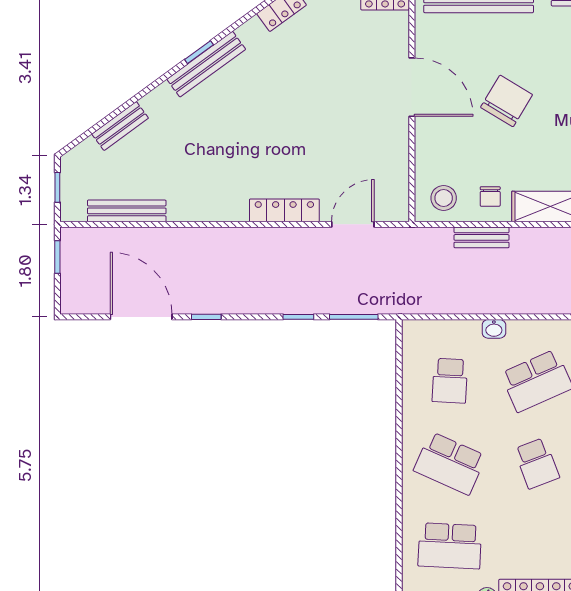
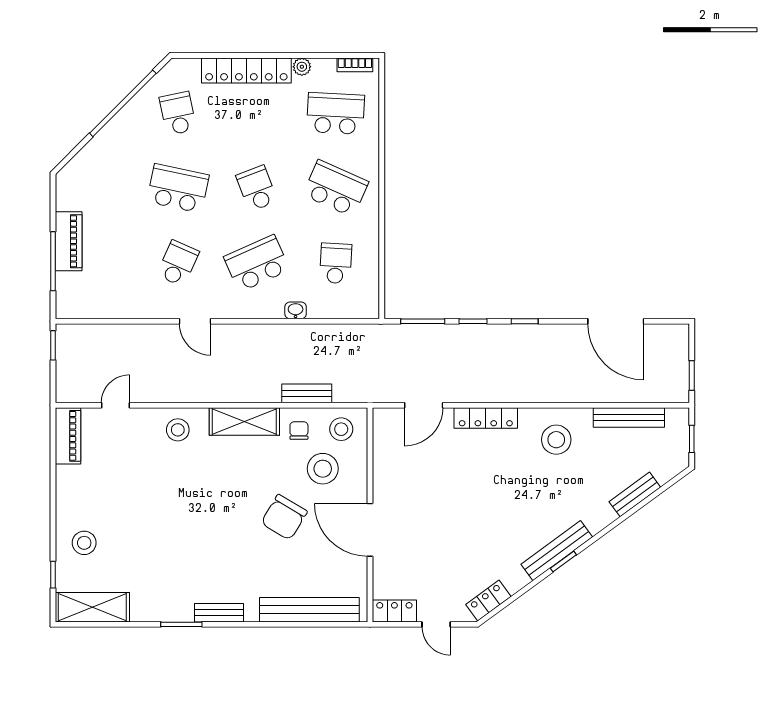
stool: (464, 154) -> (323, 469), added
stool: (207, 186) -> (556, 440), added
window: (206, 317) -> (525, 321), moved

